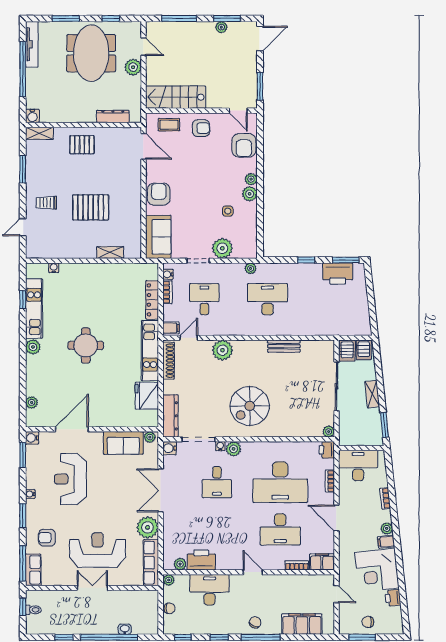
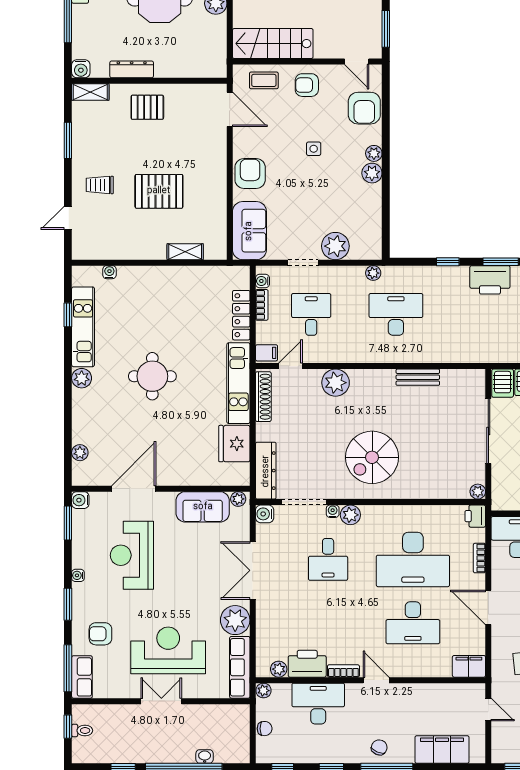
dresser: (113, 116) -> (132, 69), moved
armchair: (201, 128) -> (307, 85), turned 180
side table: (228, 211) -> (314, 149), moved
bookcase: (297, 565) -> (343, 671), moved

